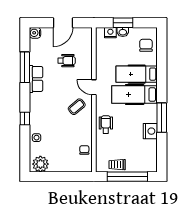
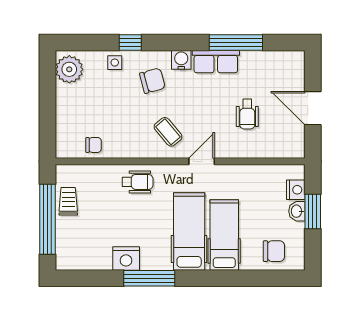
water cooler: (35, 33) -> (181, 60), moved
chair: (47, 116) -> (152, 81), added
window: (25, 119) -> (130, 43), moved

